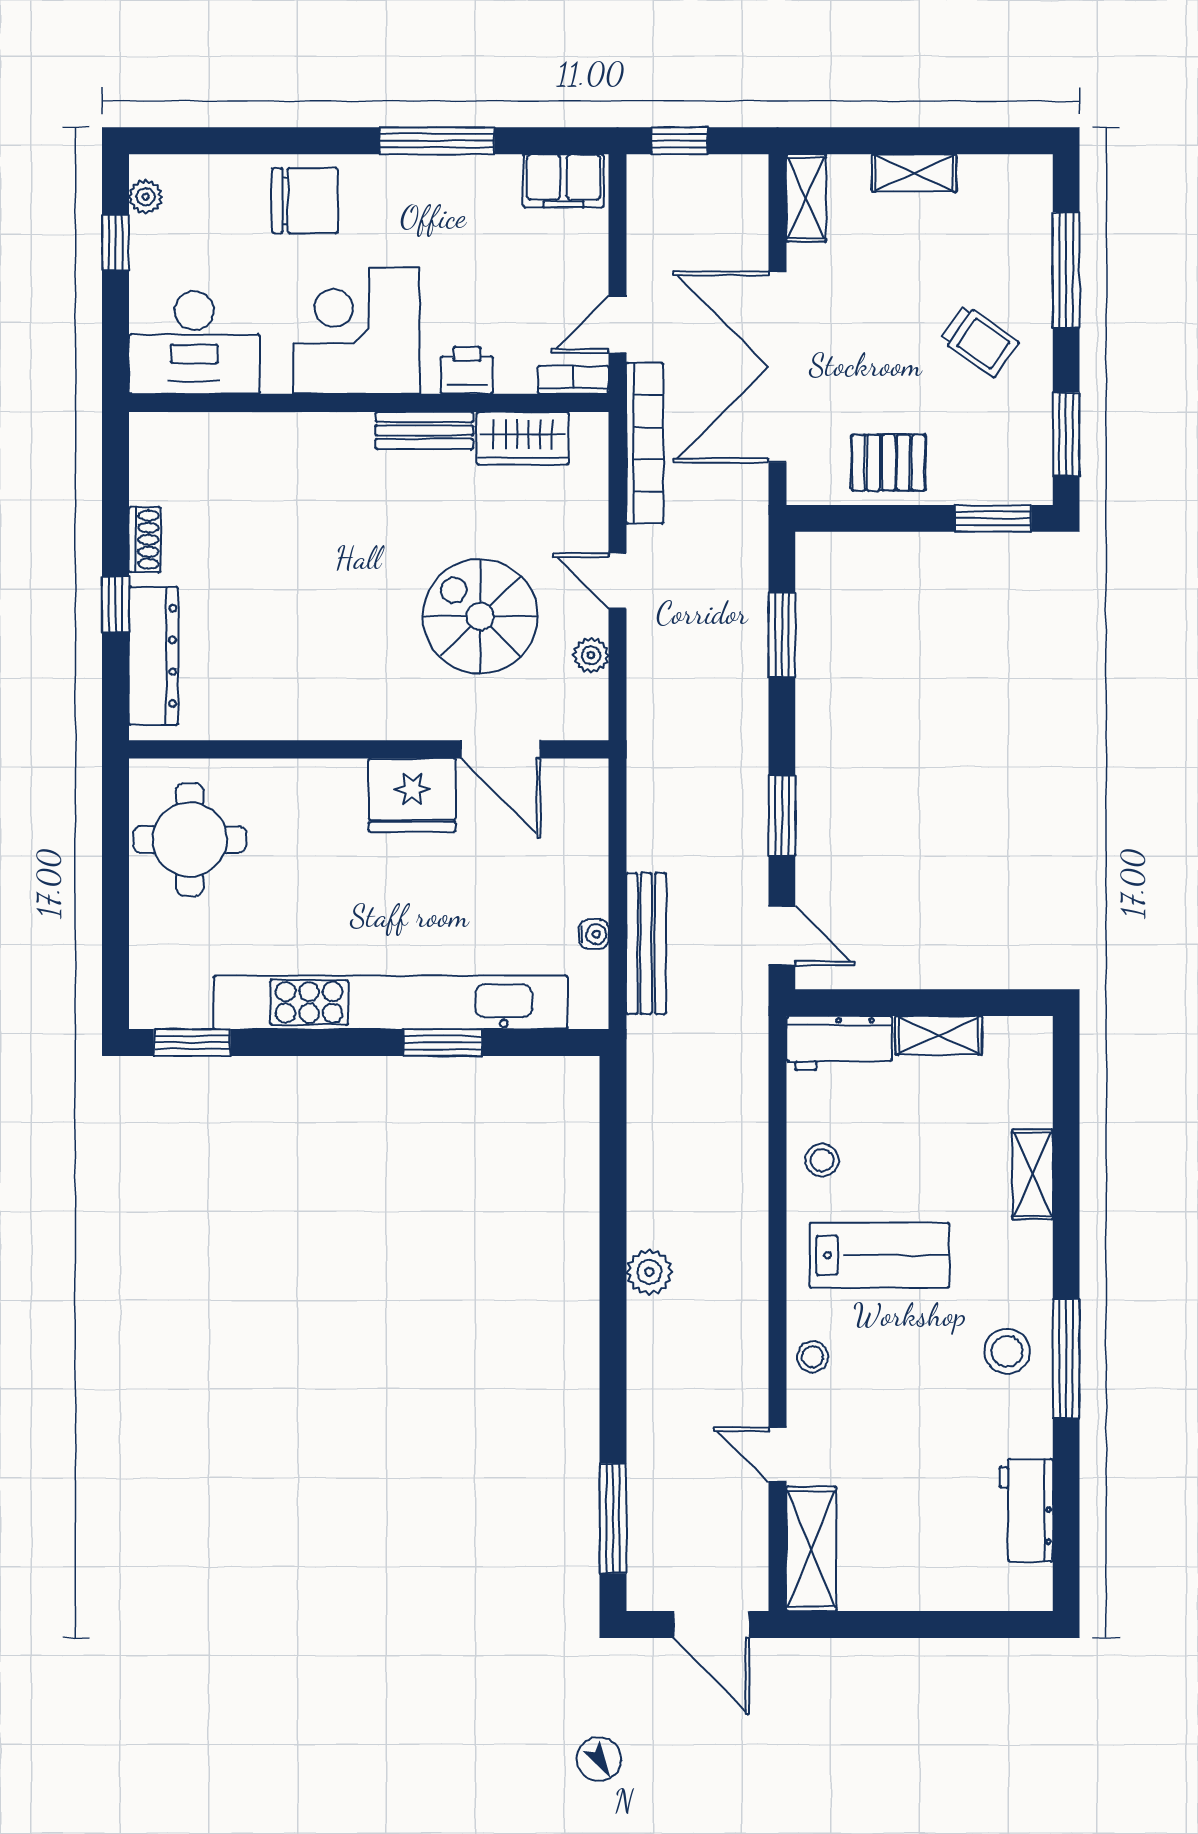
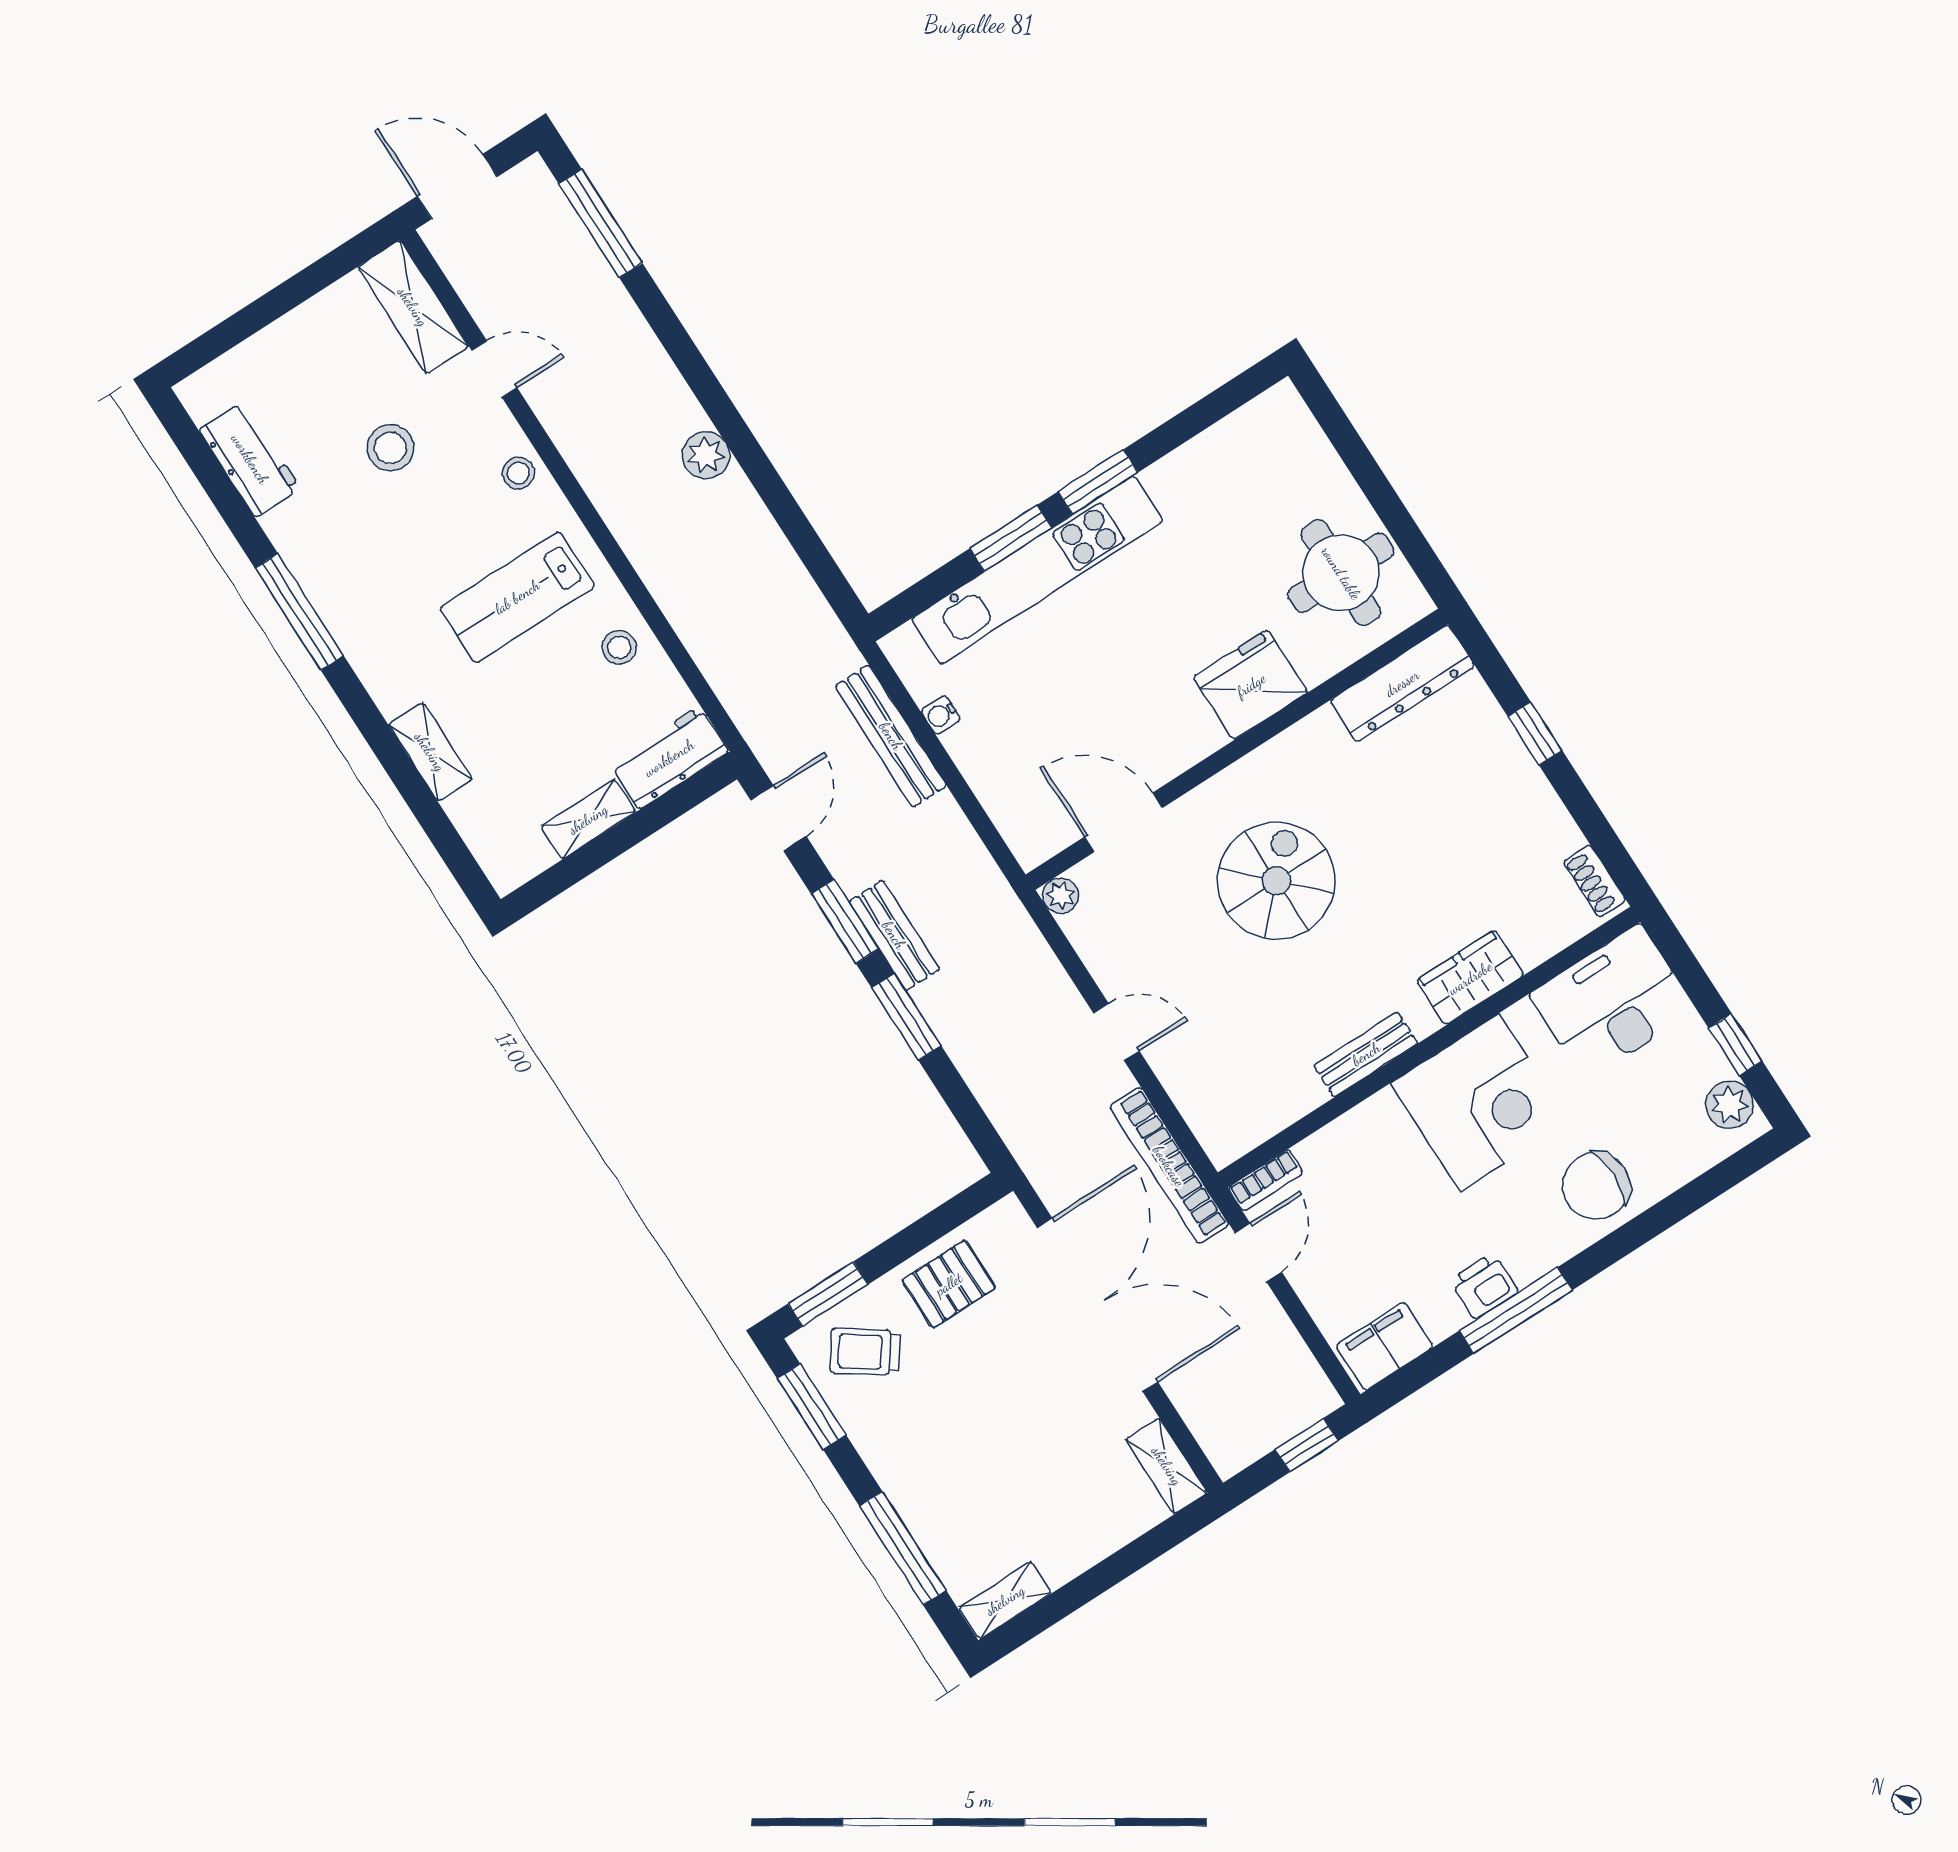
shelving: (914, 173) -> (1005, 1600), moved
plant: (146, 197) -> (1730, 1105), width x1.38, depth x1.38
trolley: (979, 341) -> (865, 1352), moved
printer: (467, 370) -> (1484, 1286), moved, turned 180
wardrobe: (523, 438) -> (1470, 978), moved
shoe rack: (145, 540) -> (1594, 881), moved
spiral stairs: (480, 616) -> (1276, 881), moved, turned -90
window: (782, 635) -> (906, 1017), moved
plant: (591, 655) -> (1061, 896), moved
dresser: (153, 656) -> (1402, 683), moved, turned -90
bench: (749, 778) -> (894, 935), added
fridge: (412, 795) -> (1251, 685), moved
door: (782, 936) -> (778, 818), swing flipped
kitchen unit: (391, 1002) -> (1037, 570), width x0.73
window: (192, 1043) -> (1098, 482), moved
stool: (1007, 1351) -> (390, 448), moved

